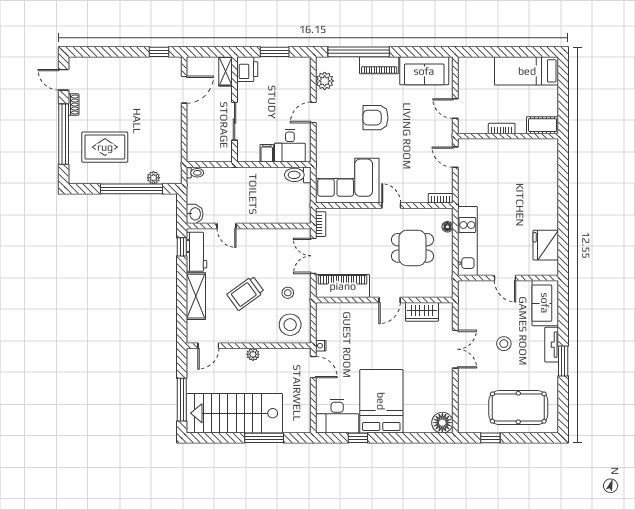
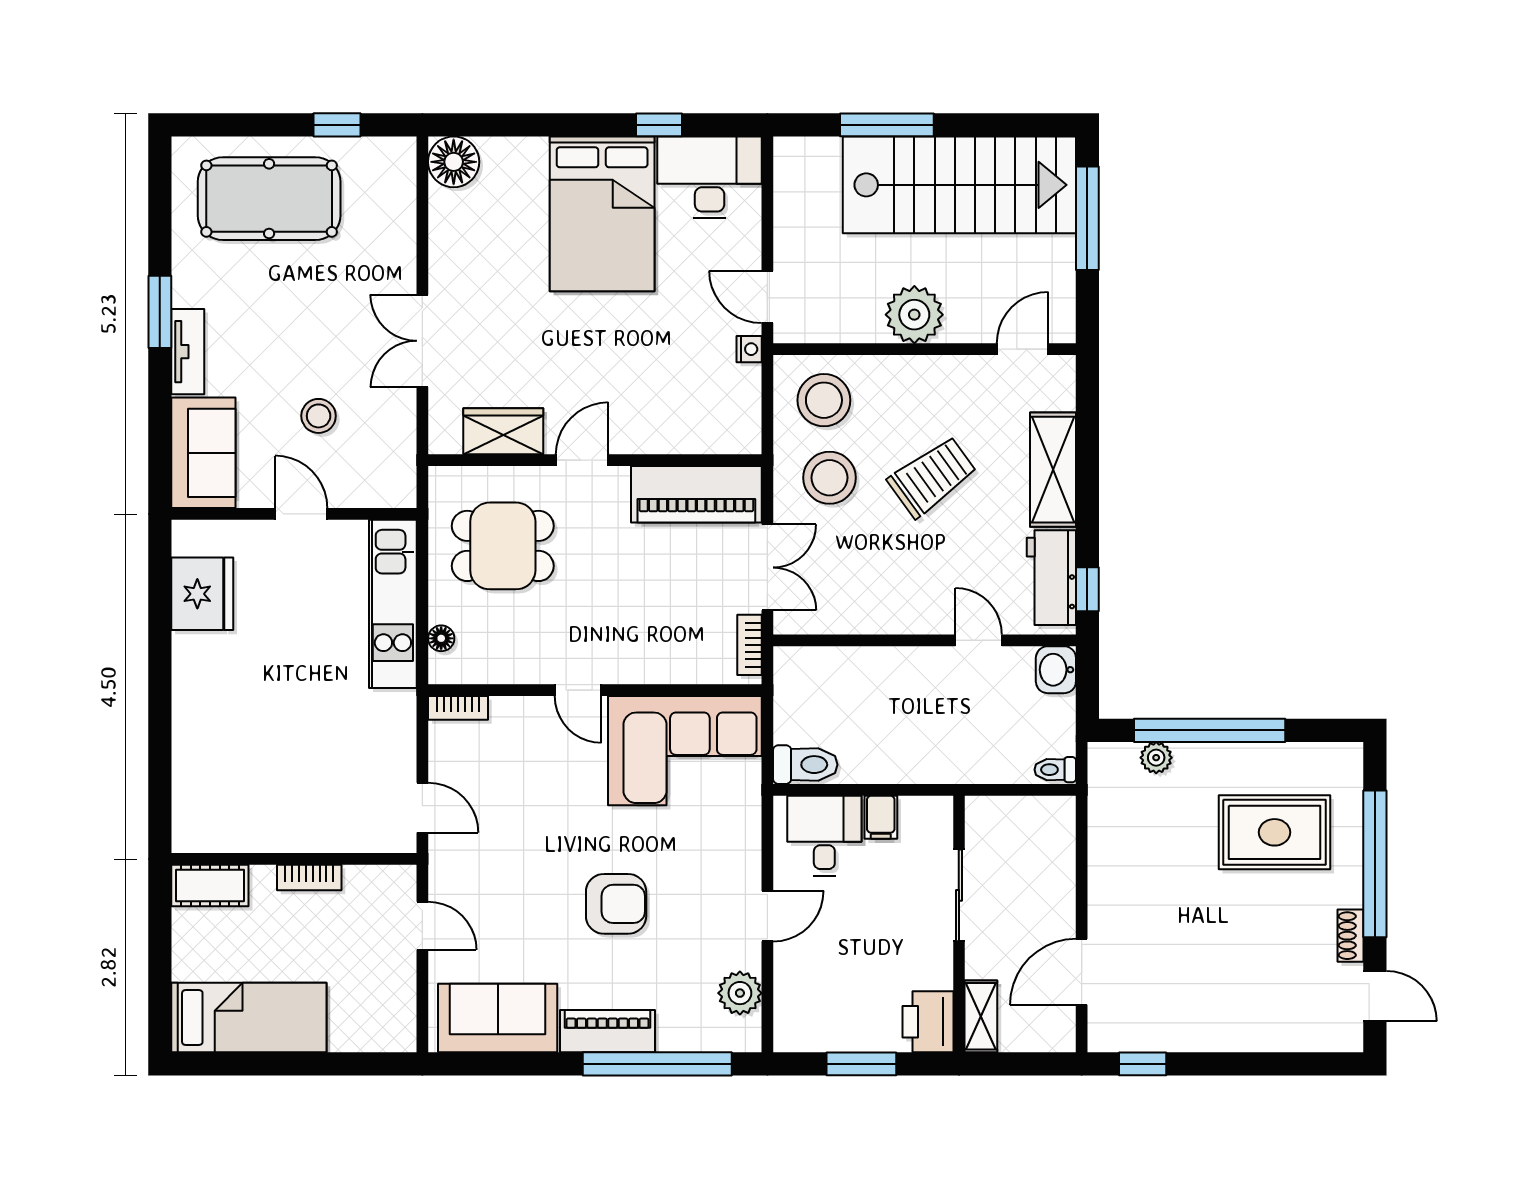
dining table: (412, 248) -> (503, 546), moved
stool: (288, 293) -> (830, 478), width x1.89, depth x1.89
stool: (504, 344) -> (319, 416), moved
plant: (253, 354) -> (914, 315), width x1.88, depth x1.88

